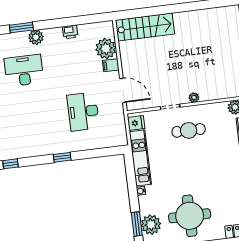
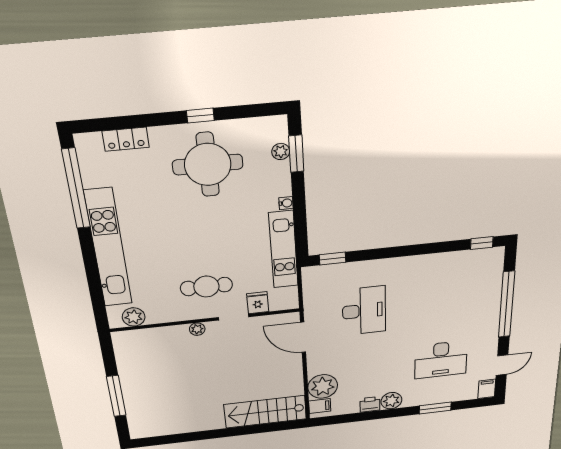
plant: (36, 37) -> (391, 401), moved
filing cabinet: (111, 65) -> (320, 406), moved
fridge: (136, 123) -> (258, 303), moved, turned 90
window: (62, 157) -> (333, 259), moved
plant: (151, 225) -> (281, 152), width x0.53, depth x0.53

